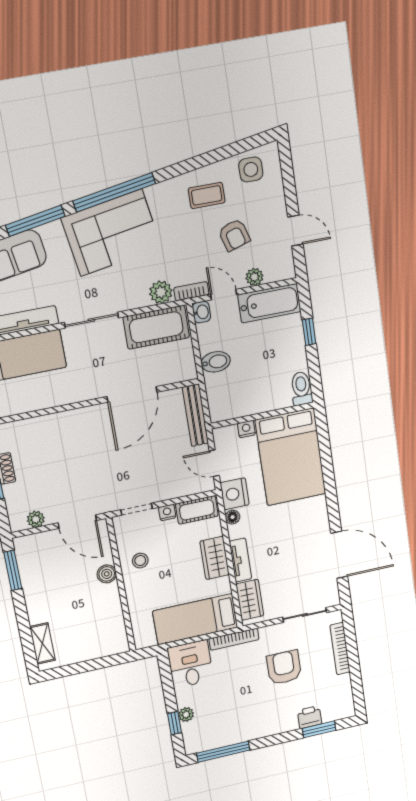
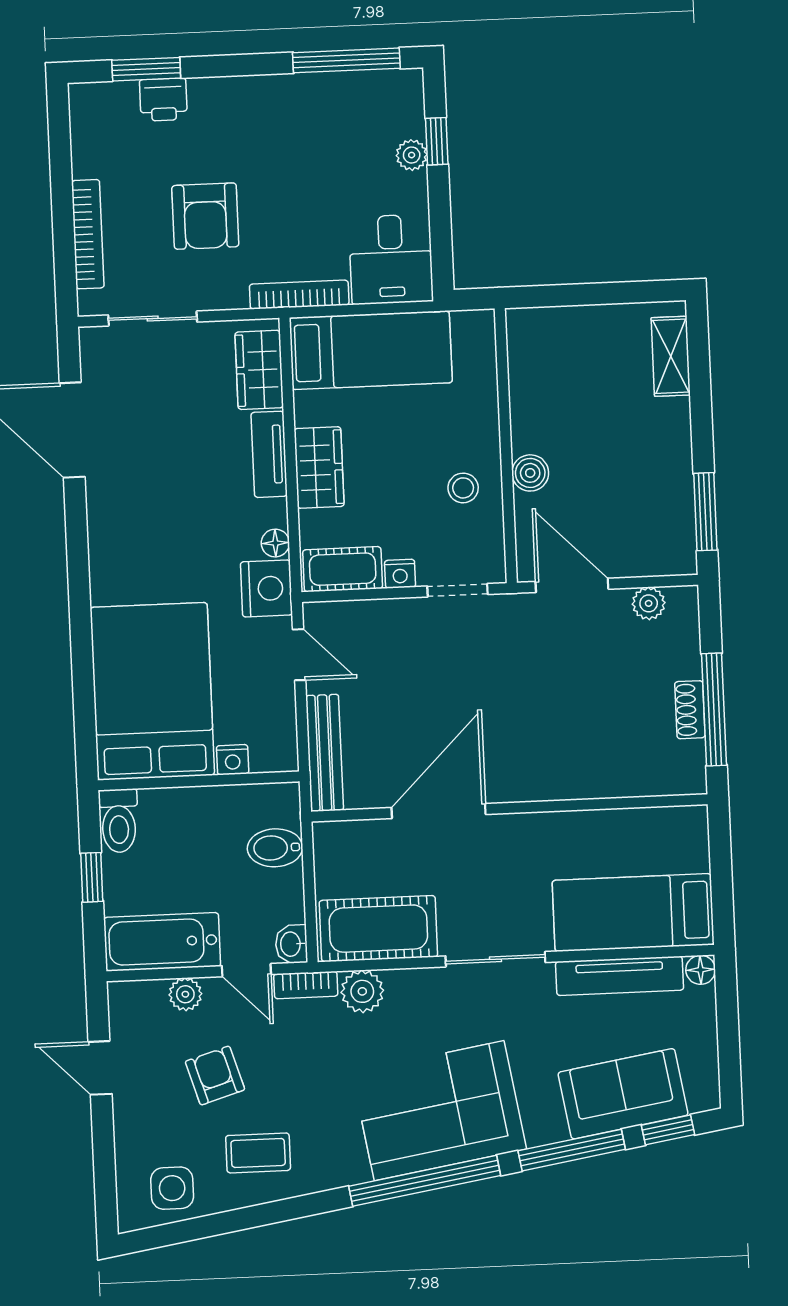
toilet: (301, 388) -> (119, 821), moved
wall: (263, 415) -> (199, 781), moved
nightstand: (246, 429) -> (233, 760), moved
bed: (291, 457) -> (152, 691), moved

